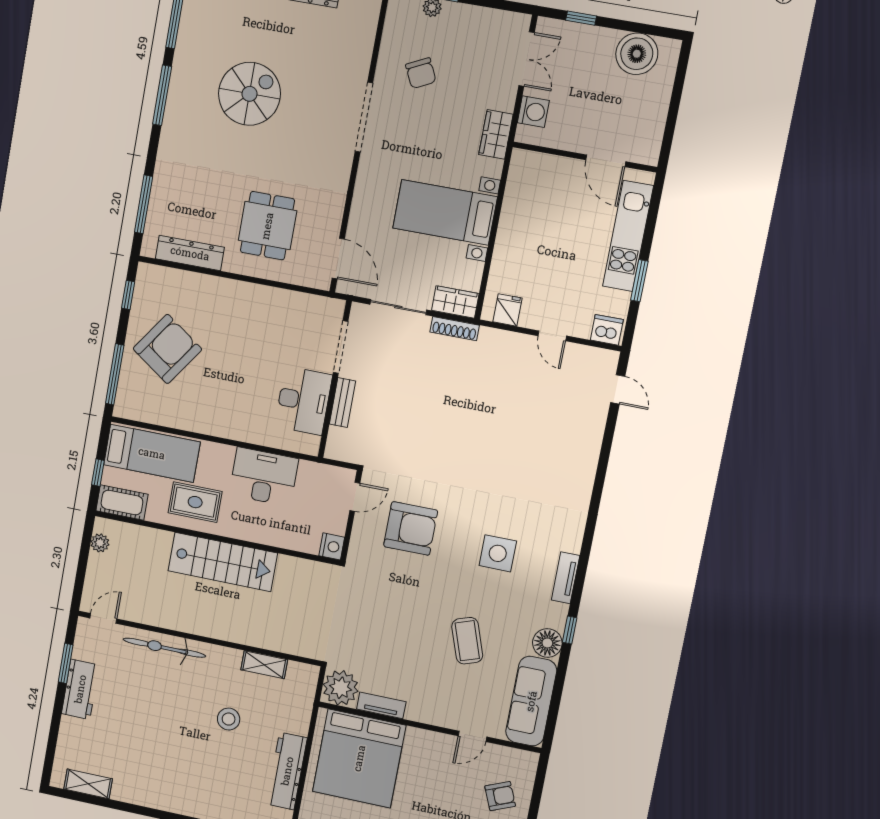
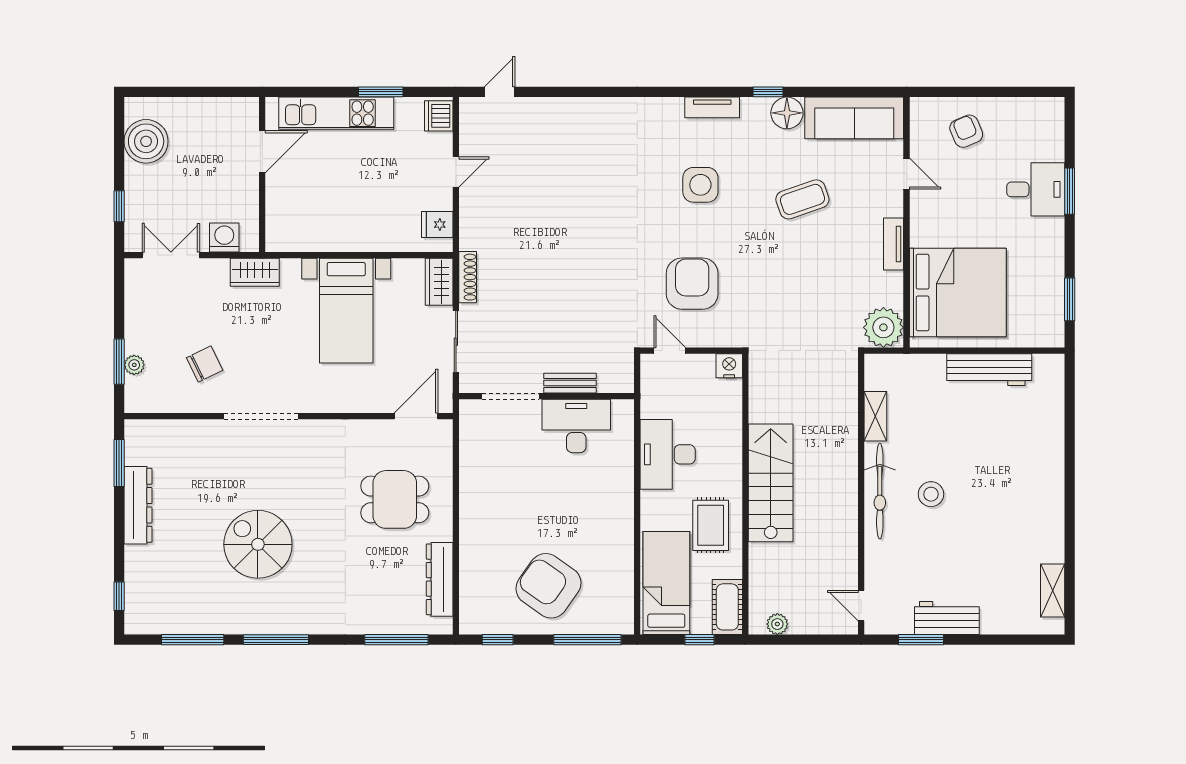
bicycle: (164, 648) -> (880, 491), moved
tv unit: (381, 705) -> (894, 244), moved
stool: (229, 719) -> (931, 494), moved

